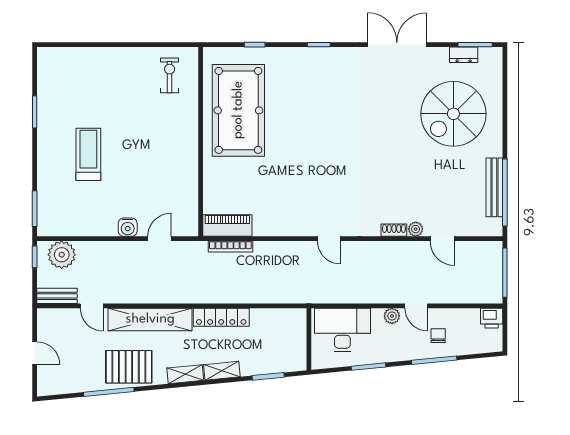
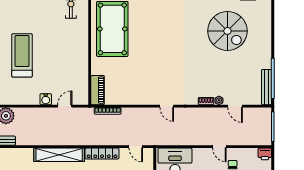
spiral stairs: (453, 114) -> (227, 31), moved, turned -90
treadmill: (88, 154) -> (22, 55), width x1.37, depth x1.38
bench: (494, 187) -> (267, 87), moved
piano: (227, 225) -> (98, 90), moved, turned 90
door: (92, 306) -> (136, 147), moved
plant: (392, 316) -> (205, 153), removed

